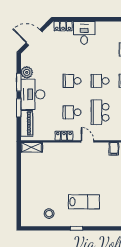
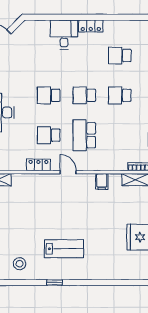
locker: (63, 26) -> (91, 26), moved

